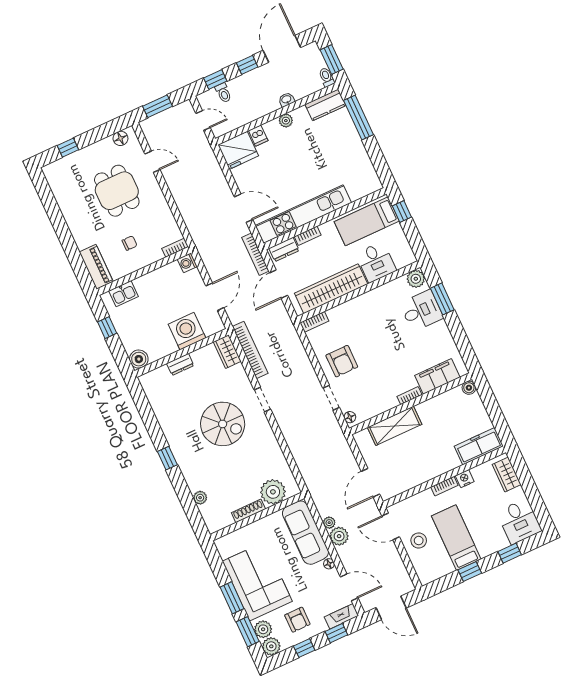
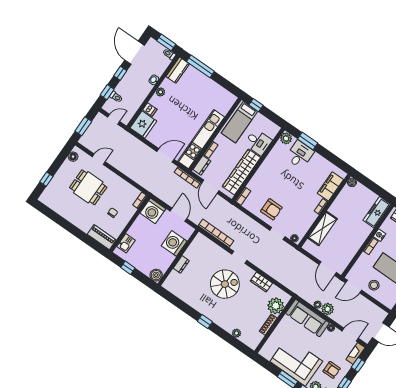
washing machine: (187, 263) -> (153, 211), width x1.89, depth x1.89
wardrobe: (227, 352) -> (261, 282), moved

